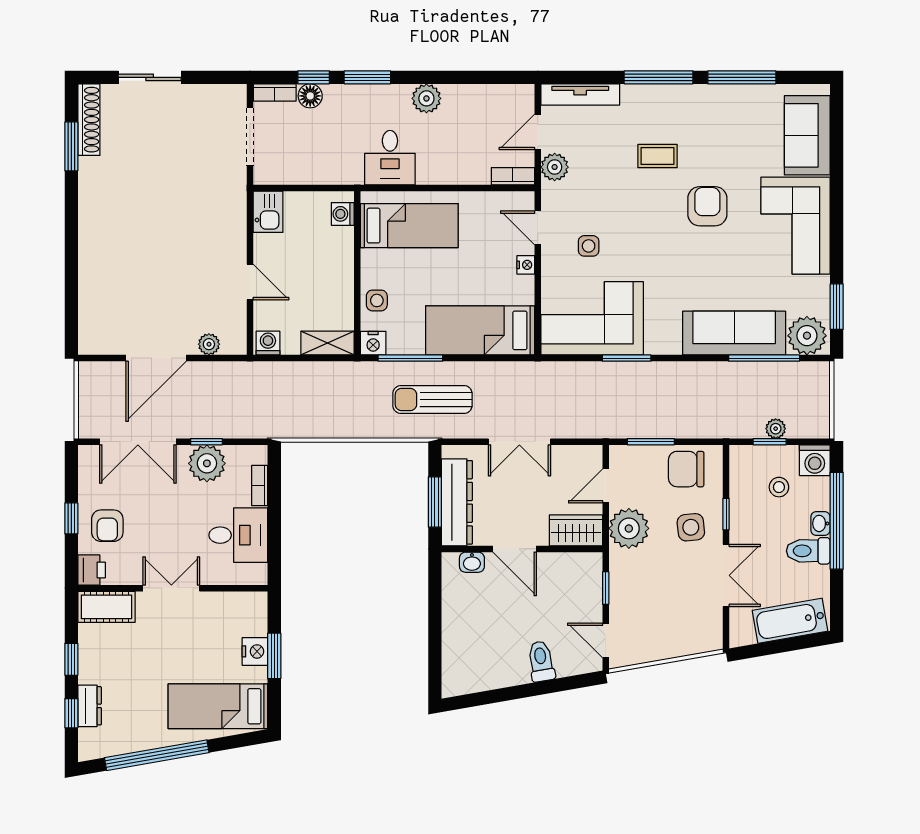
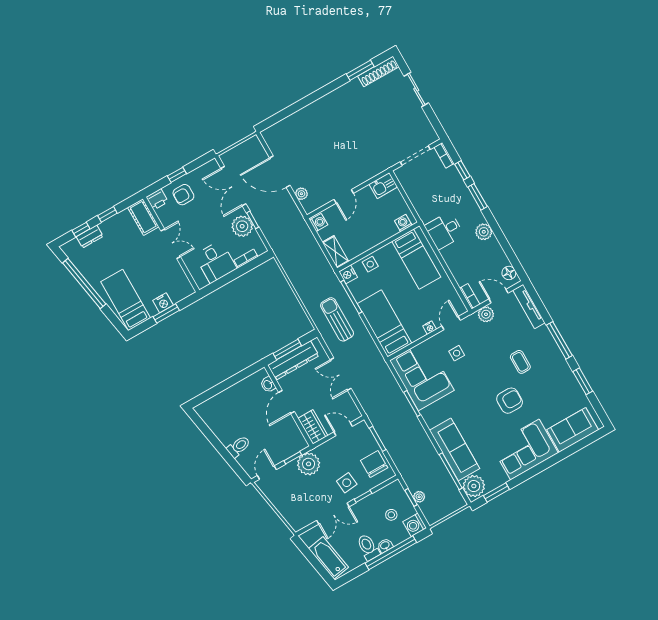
window: (742, 77) -> (583, 381), width x0.69
floor lamp: (310, 96) -> (509, 273), moved
plant: (629, 528) -> (309, 464), moved

